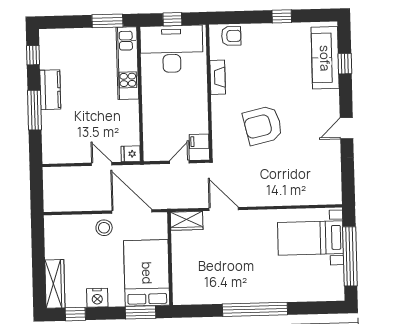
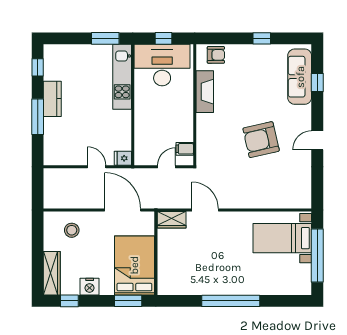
fireplace: (218, 77) -> (205, 92), width x1.37, depth x1.32
armchair: (263, 125) -> (261, 140), moved
stool: (104, 228) -> (72, 230), moved

